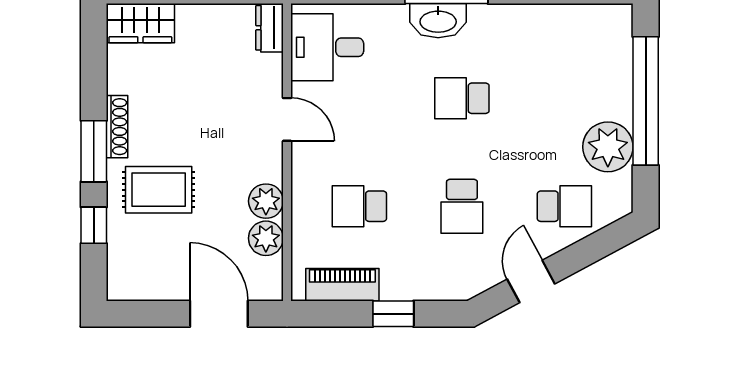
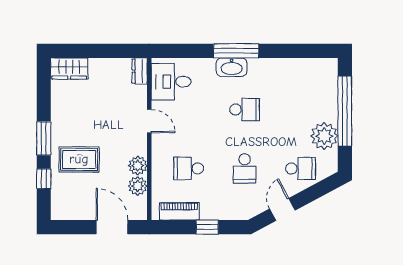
school desk: (462, 98) -> (245, 110), turned 180
shoe rack: (117, 127) -> (56, 125), removed

